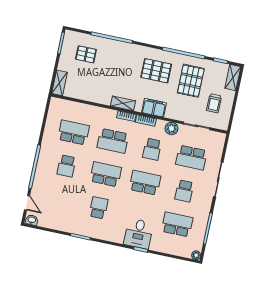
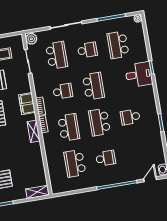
plant: (172, 128) -> (31, 39), moved
school desk: (145, 183) -> (93, 86), turned 180

